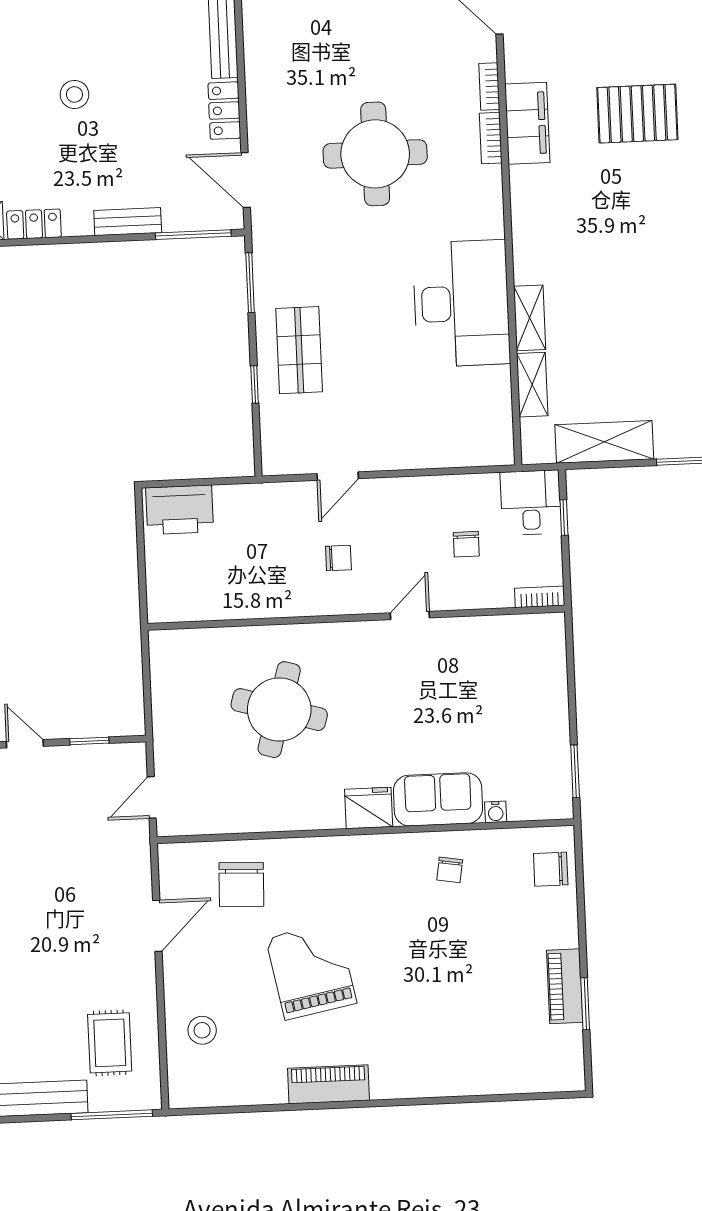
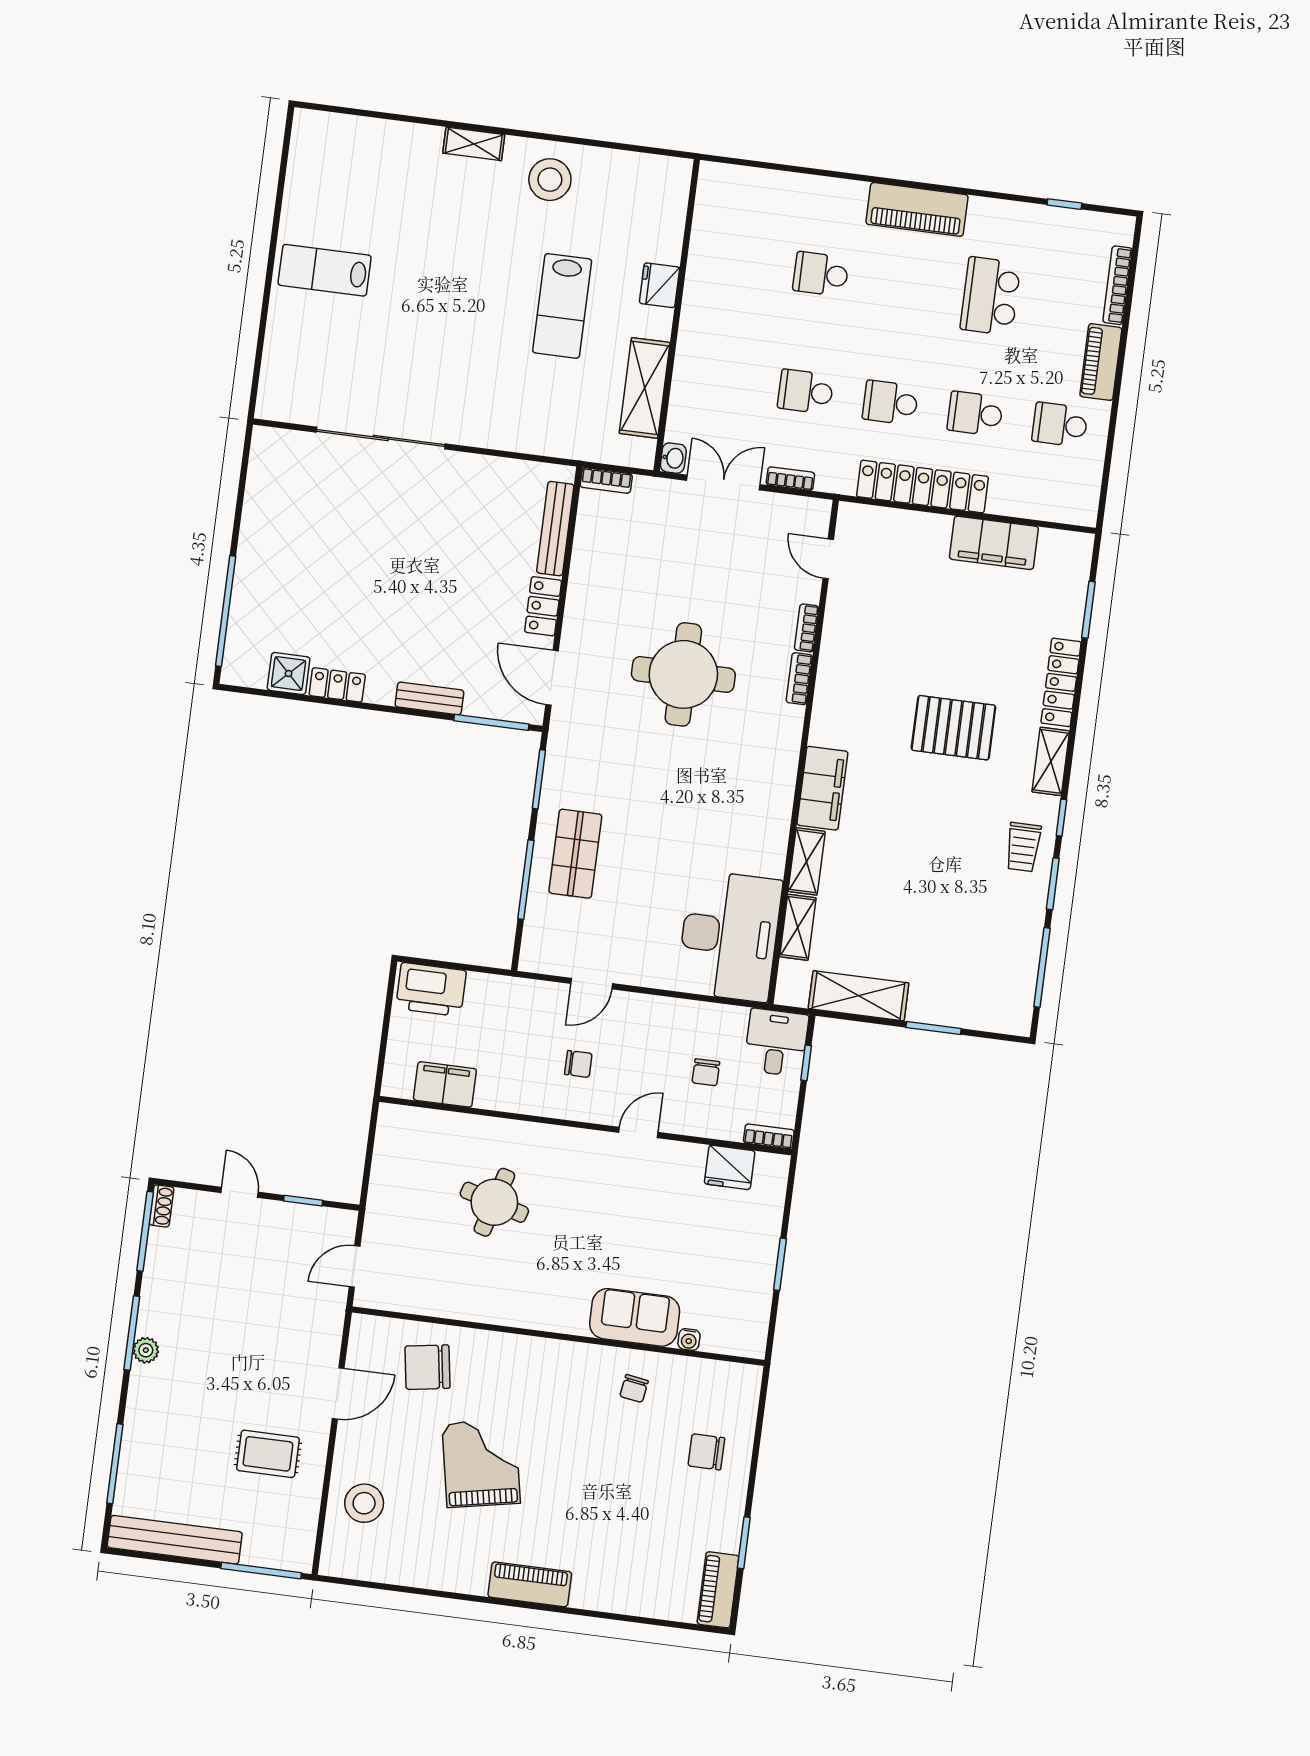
stool: (74, 94) -> (399, 565), removed
pallet: (637, 114) -> (953, 728), moved
filing cabinet: (527, 123) -> (822, 788), moved
desk: (461, 303) -> (729, 936), moved
window: (255, 385) -> (526, 880), width x2.17
filing cabinet: (210, 601) -> (445, 1084), added
round table: (279, 710) -> (494, 1202), width x0.73, depth x0.73
window: (575, 771) -> (780, 1264), moved
fridge: (369, 808) -> (730, 1167), moved, turned 180
chair: (551, 869) -> (706, 1452), moved
chair: (241, 884) -> (427, 1367), turned 79
piano: (565, 986) -> (718, 1590), moved
stool: (202, 1030) -> (364, 1503), width x1.38, depth x1.38
rug: (110, 1043) -> (268, 1454), moved, turned 90
piano: (328, 1084) -> (530, 1584), moved

